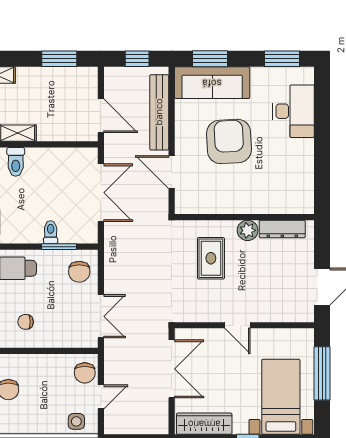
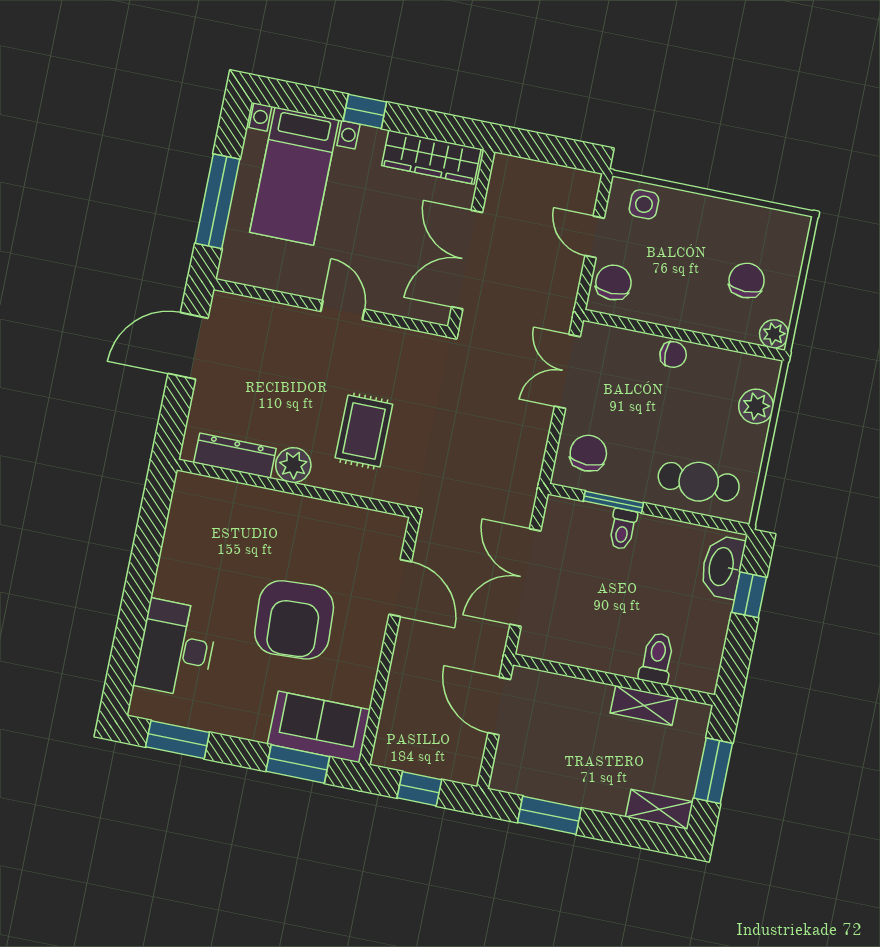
sofa: (212, 83) -> (319, 727), width x0.73
bench: (159, 112) -> (401, 692), removed
chair: (26, 322) -> (673, 355), moved
door: (101, 397) -> (595, 237), hinge flipped

